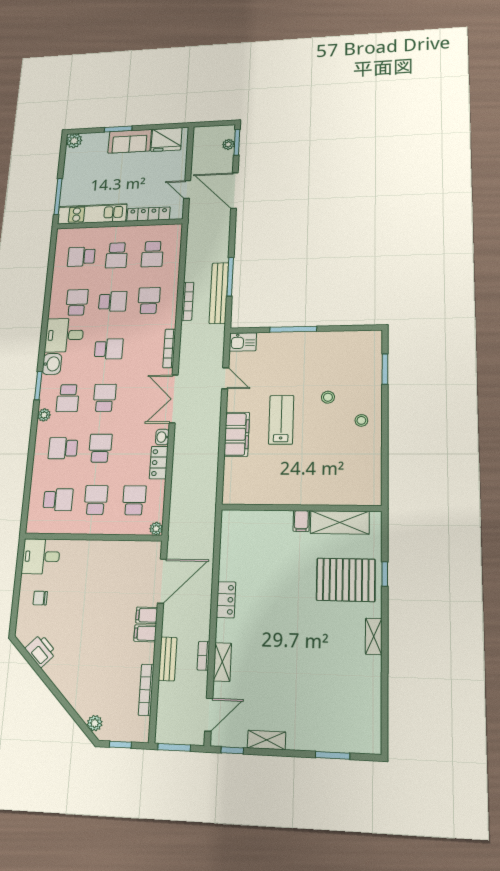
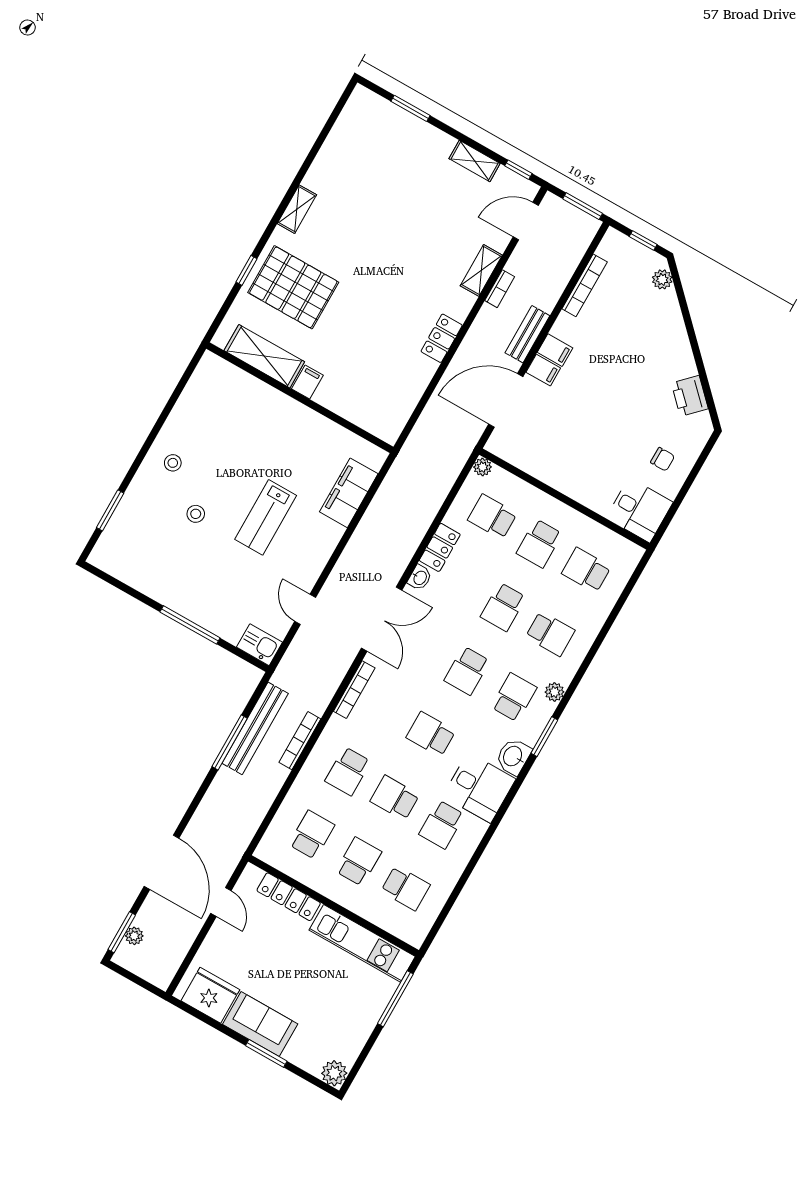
filing cabinet: (237, 434) -> (349, 493), moved
school desk: (134, 500) -> (492, 517), turned 90
bench: (168, 659) -> (527, 334), moved

